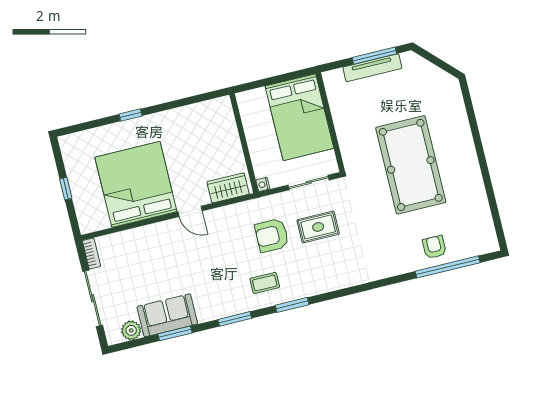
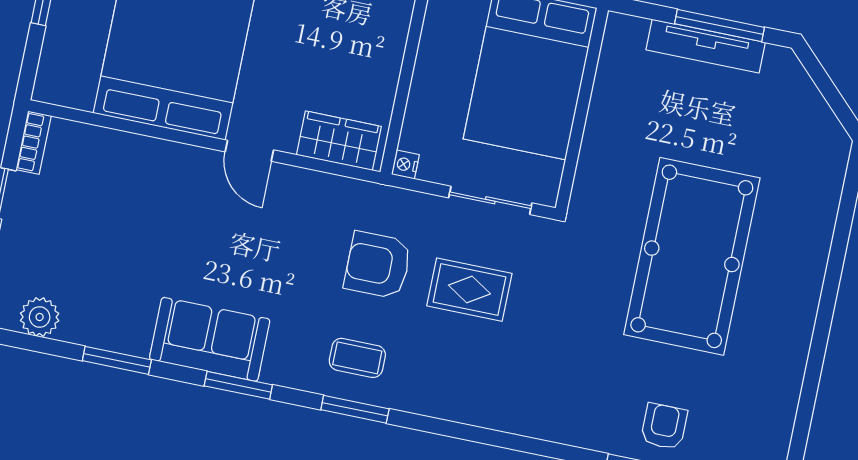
coffee table: (265, 283) -> (357, 358), moved
sofa: (167, 315) -> (210, 339), moved

